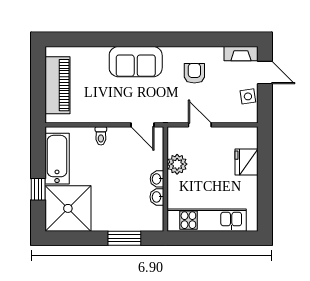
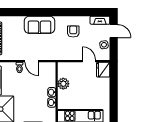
door: (142, 125) -> (32, 61), moved
door: (200, 125) -> (89, 61), moved
fridge: (246, 162) -> (103, 70), moved

